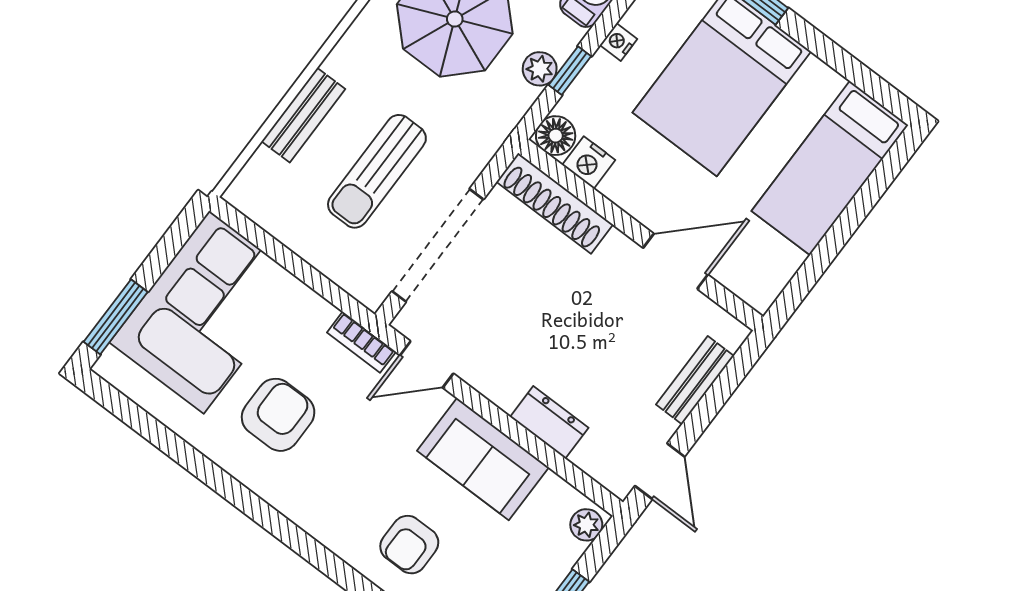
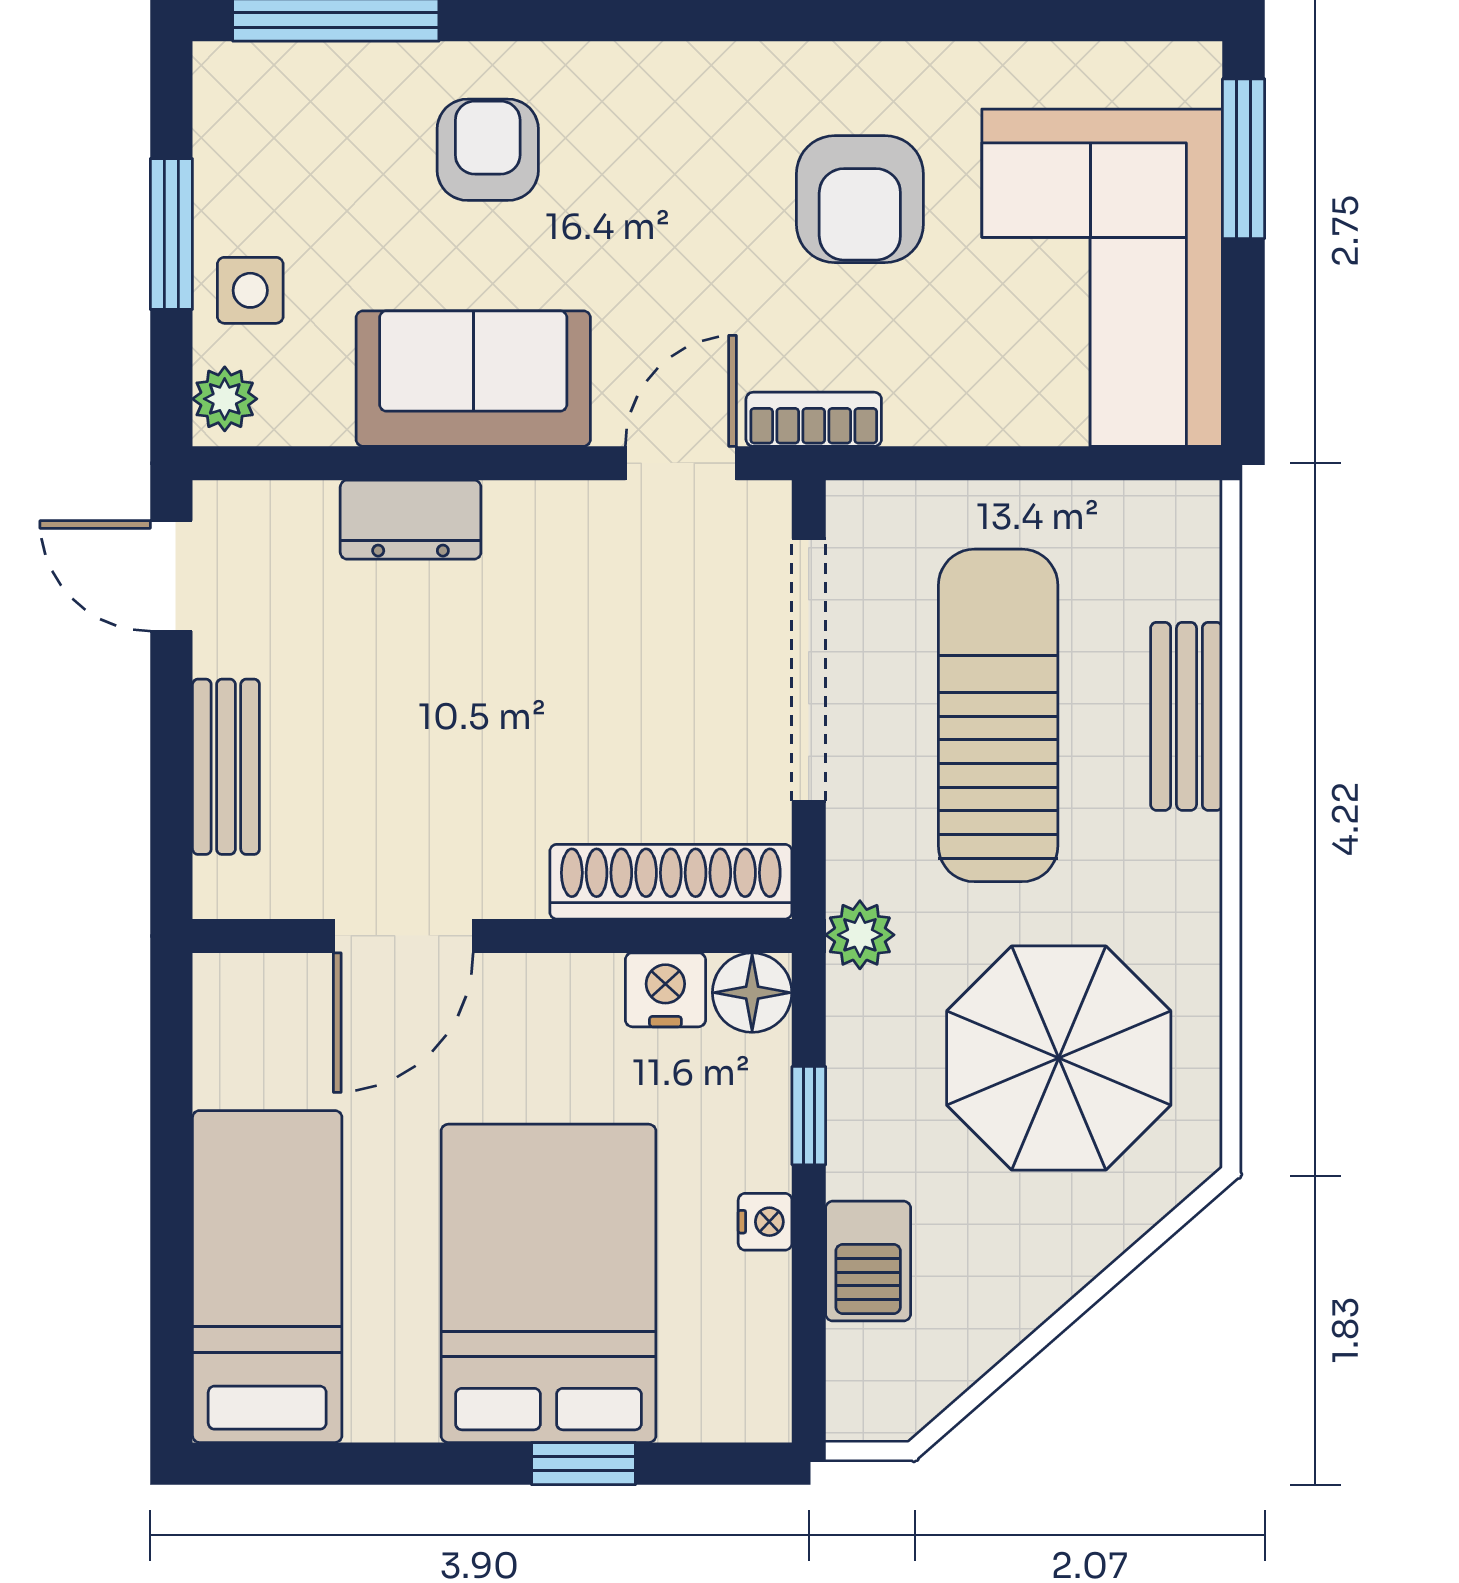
plant: (540, 69) -> (860, 935), moved
sun lounger: (377, 171) -> (998, 715), width x1.36, depth x1.34
side table: (544, 560) -> (250, 290), added

